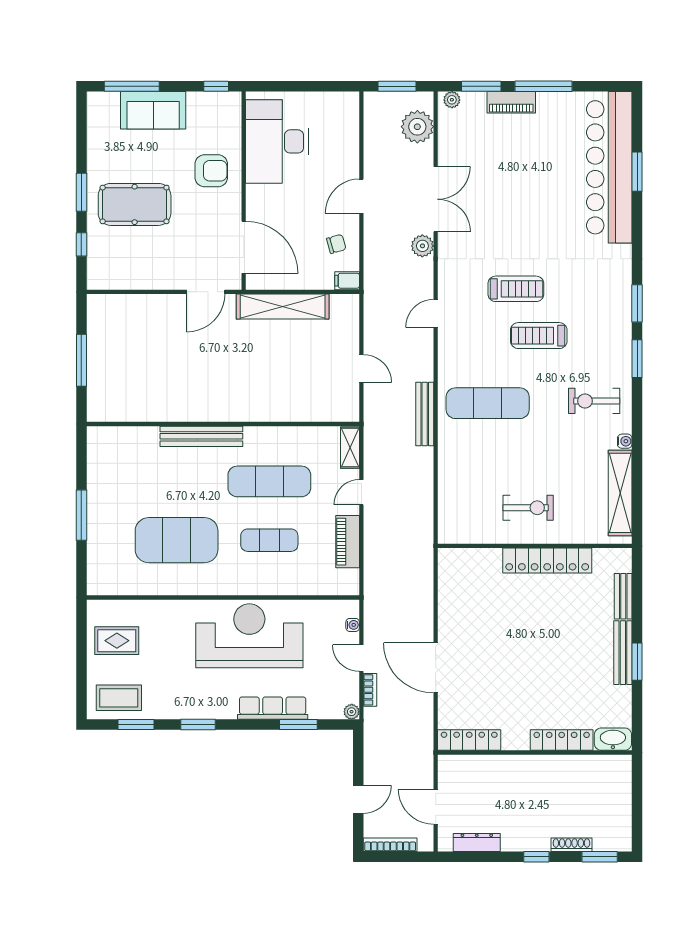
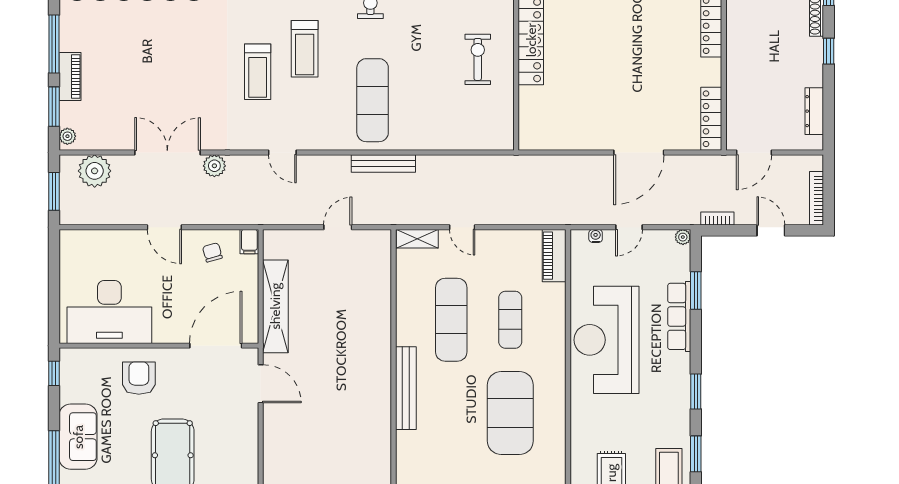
treadmill: (516, 289) -> (258, 72), turned 180
piano: (348, 542) -> (554, 256), moved, turned 90
bookcase: (370, 690) -> (717, 219), moved
door: (436, 807) -> (754, 152), moved

